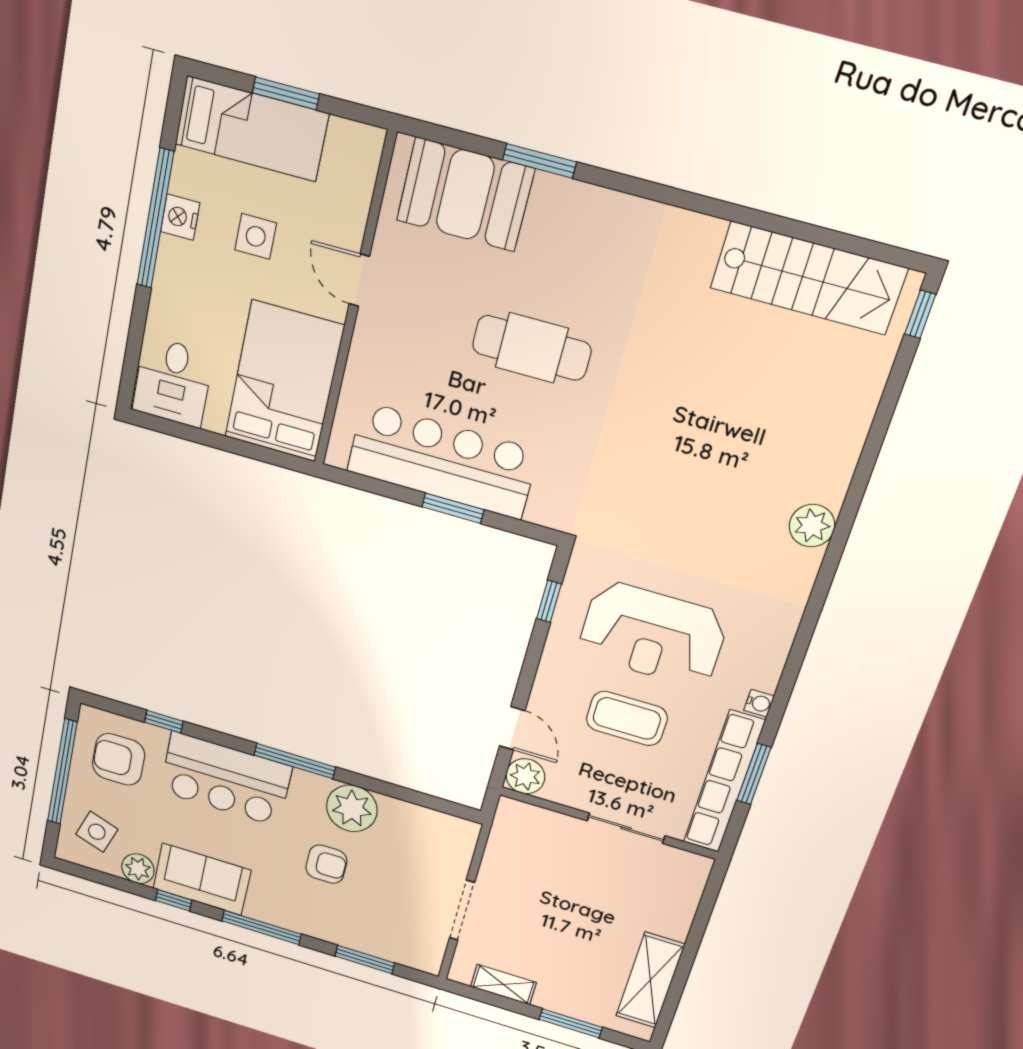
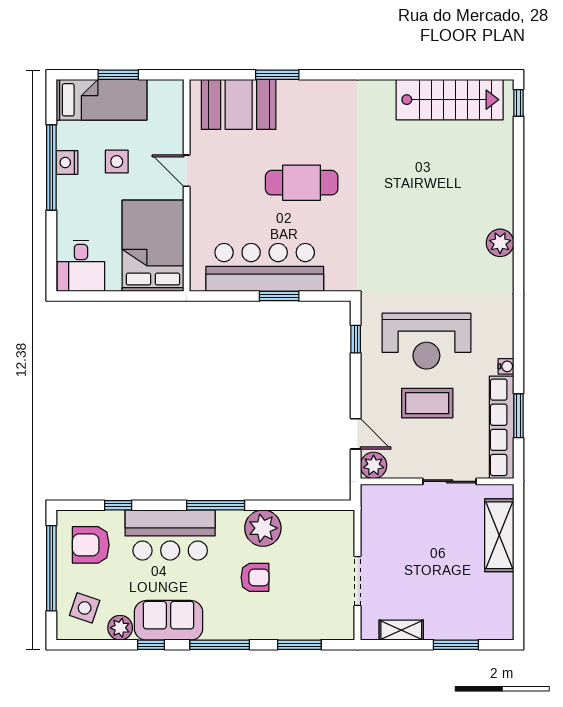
shelving: (650, 980) -> (499, 535), moved

